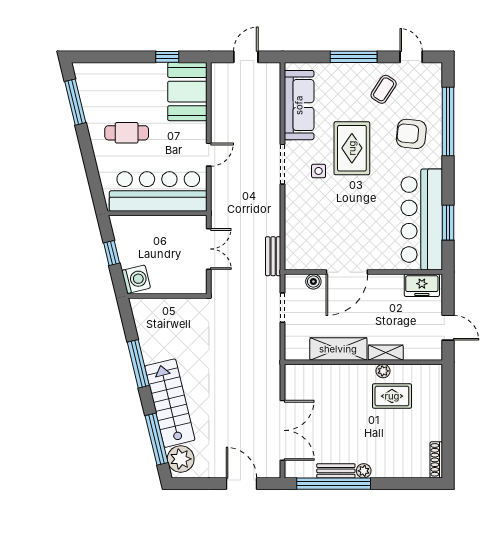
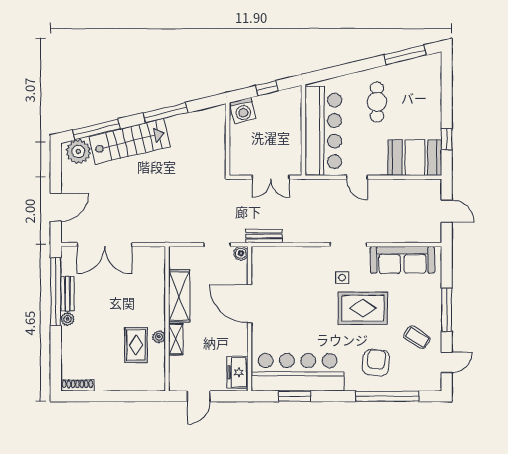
boiler: (313, 281) -> (241, 253), moved

